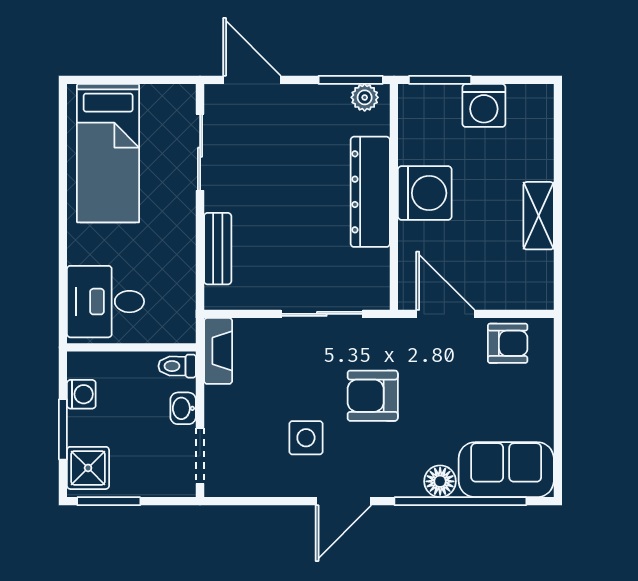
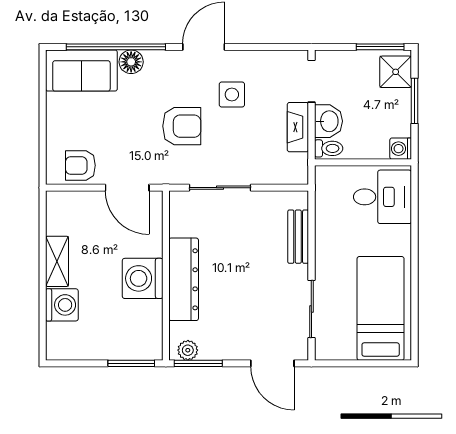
washing machine: (484, 105) -> (62, 305), moved, turned 90
fireplace: (218, 351) -> (298, 127), moved
washing machine: (81, 394) -> (401, 149), moved
washbasin: (183, 408) -> (328, 121), width x1.38, depth x1.45

